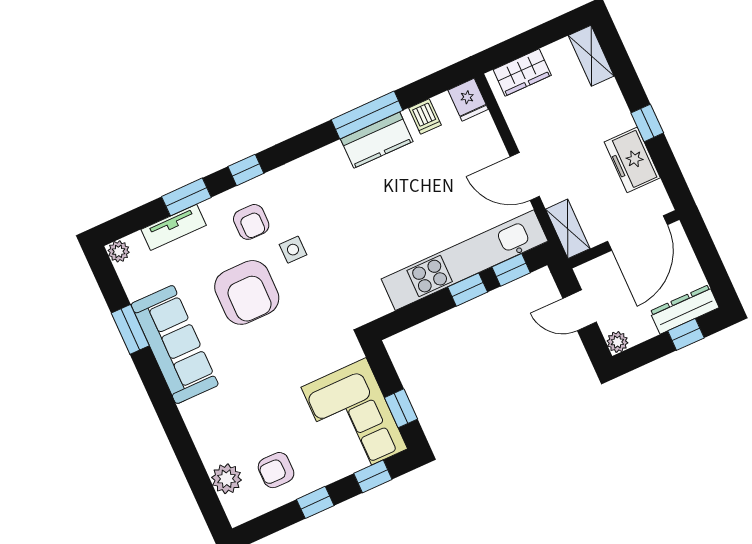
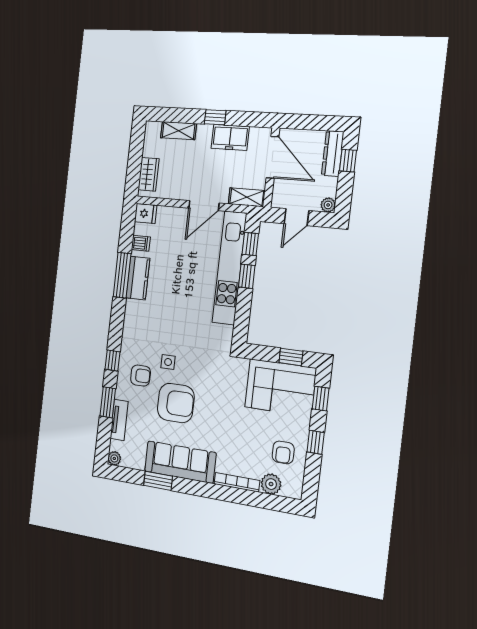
shelving: (591, 56) -> (179, 131), moved
bookcase: (199, 434) -> (237, 482), added

